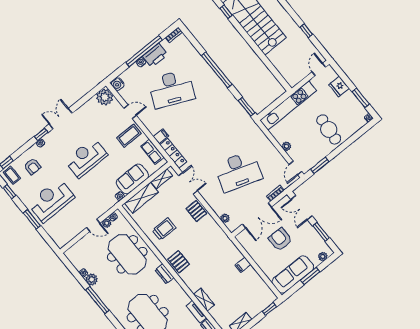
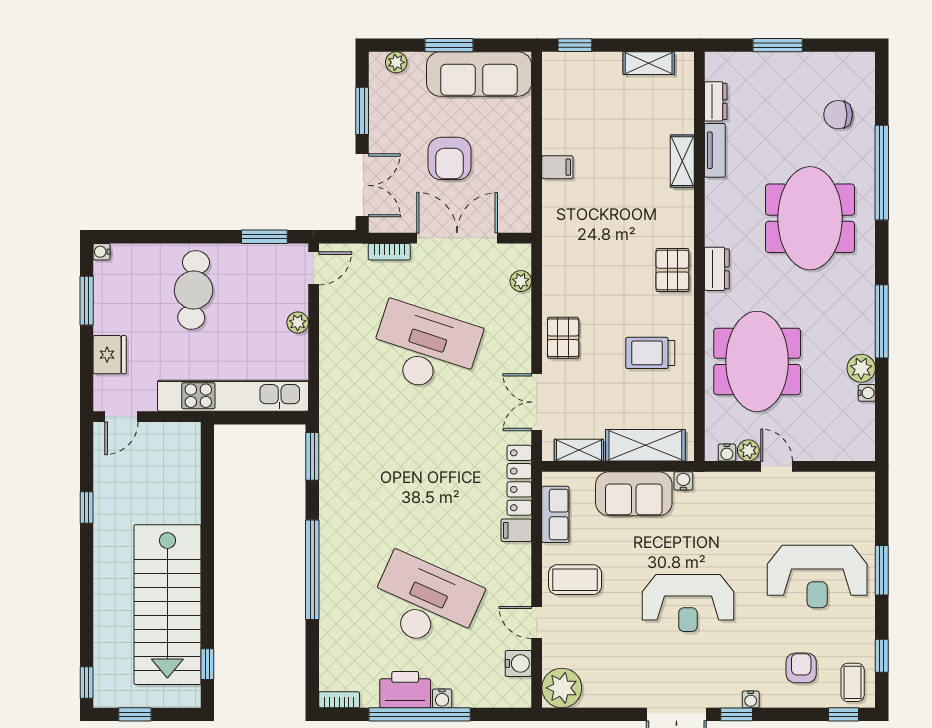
water cooler: (118, 84) -> (518, 663), moved

